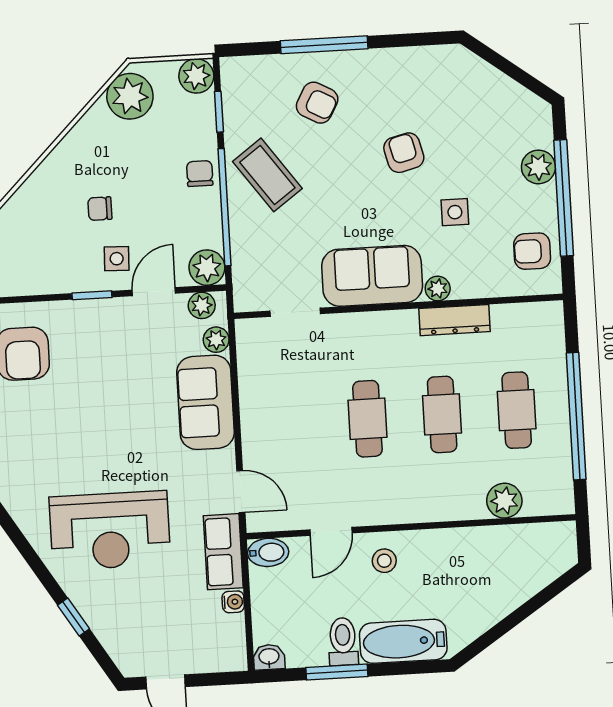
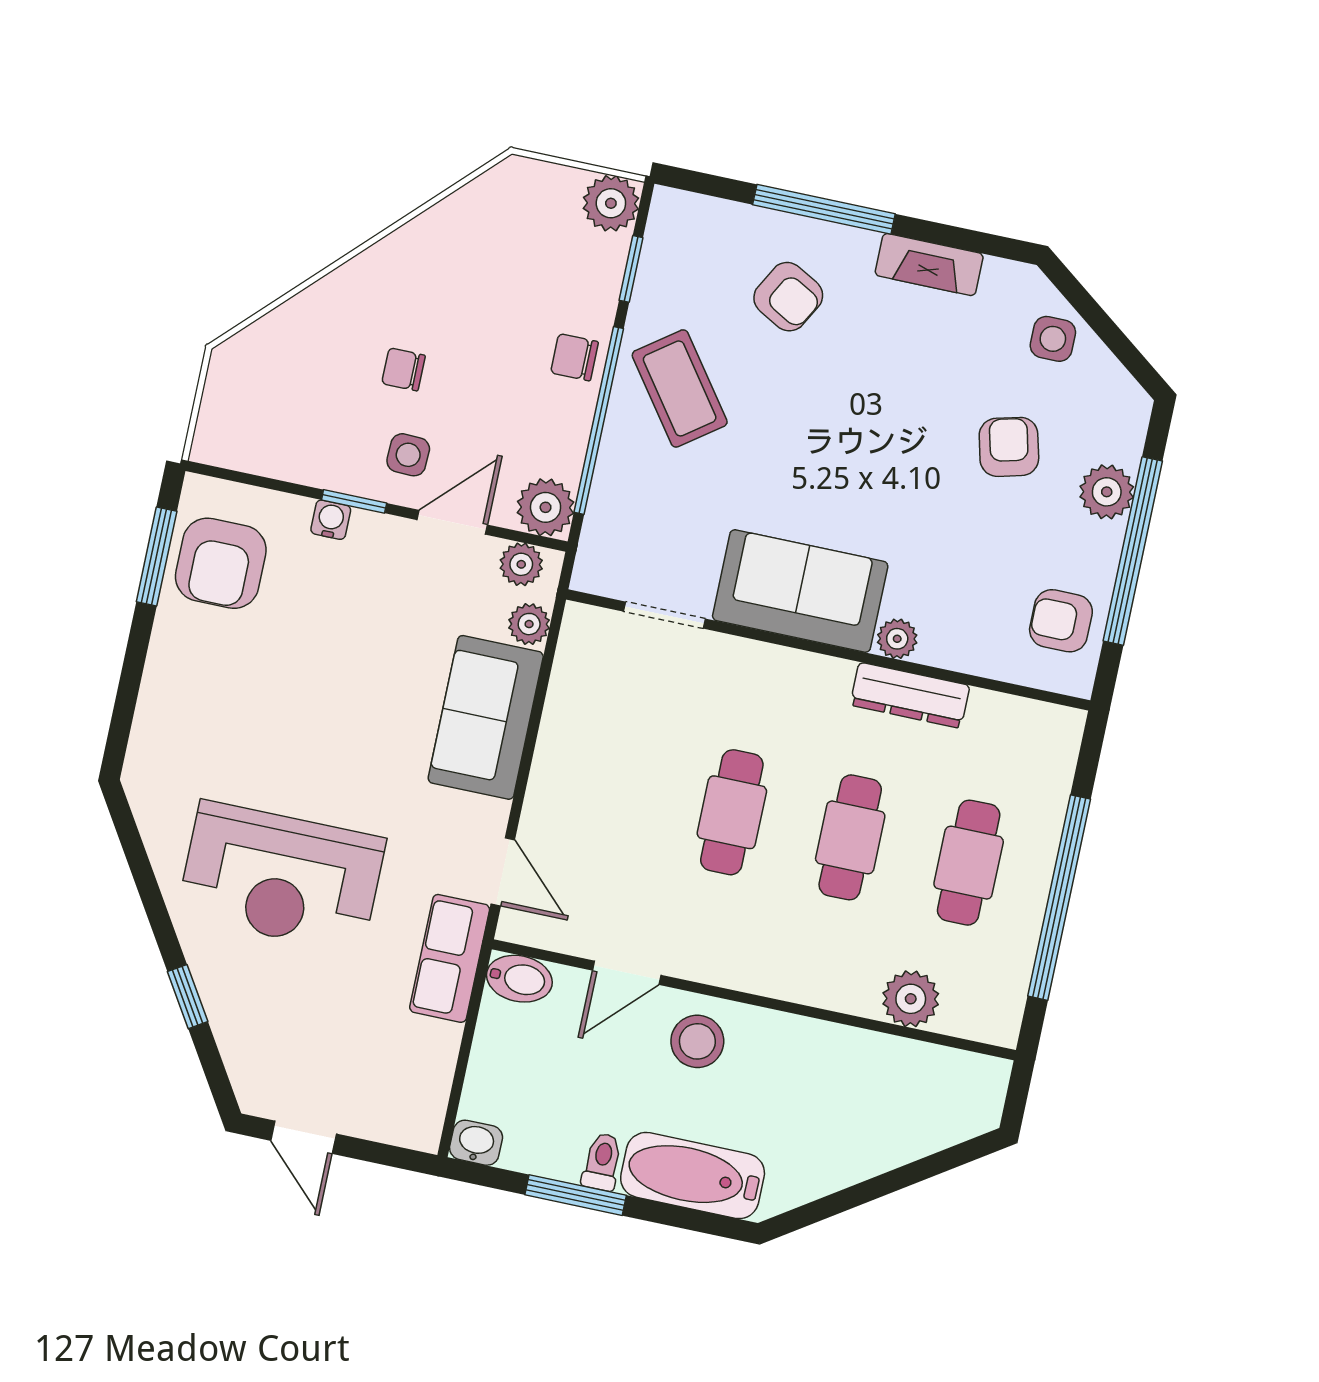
fireplace: (396, 61) -> (929, 265), added
plant: (130, 96) -> (498, 207), removed
armchair: (404, 153) -> (1009, 447), moved
chair: (200, 174) -> (574, 357), turned -90
side table: (455, 212) -> (1053, 339), moved
stool: (384, 561) -> (697, 1041), width x1.37, depth x1.37
water cooler: (233, 602) -> (331, 520), moved, turned -90
toilet: (343, 641) -> (602, 1162), width x0.73, depth x0.72

